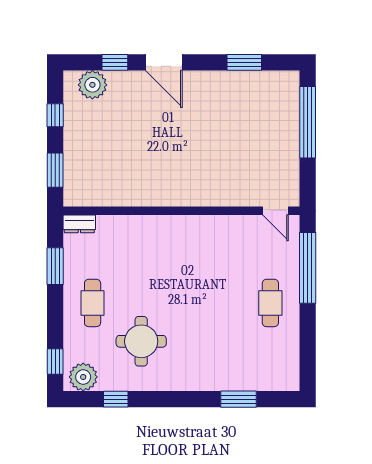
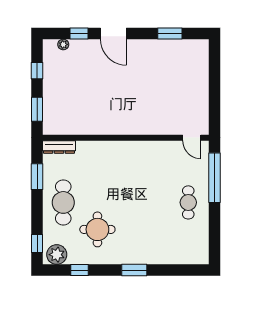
plant: (92, 85) -> (63, 44), width x0.53, depth x0.53
window: (308, 122) -> (214, 76), removed
dresser: (79, 224) -> (59, 147), width x1.44
cafe table: (93, 303) -> (63, 202), width x1.37, depth x1.35
window: (239, 399) -> (134, 270), moved

